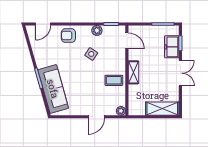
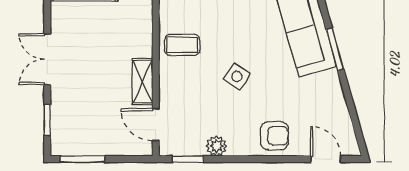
door: (43, 24) -> (326, 159), hinge flipped
freezer: (172, 47) -> (65, 113), removed
side table: (91, 54) -> (237, 77), moved
shelving: (133, 72) -> (143, 82), moved

